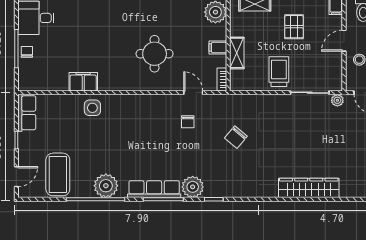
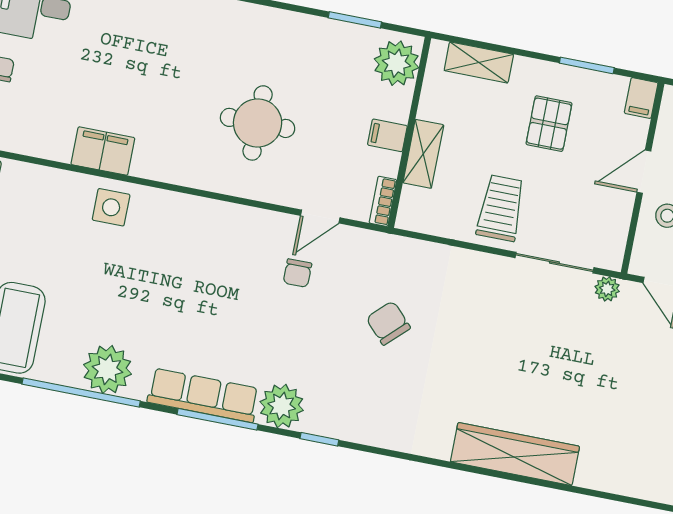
door: (193, 93) -> (320, 217), swing flipped
chair: (236, 137) -> (388, 323), turned 96

